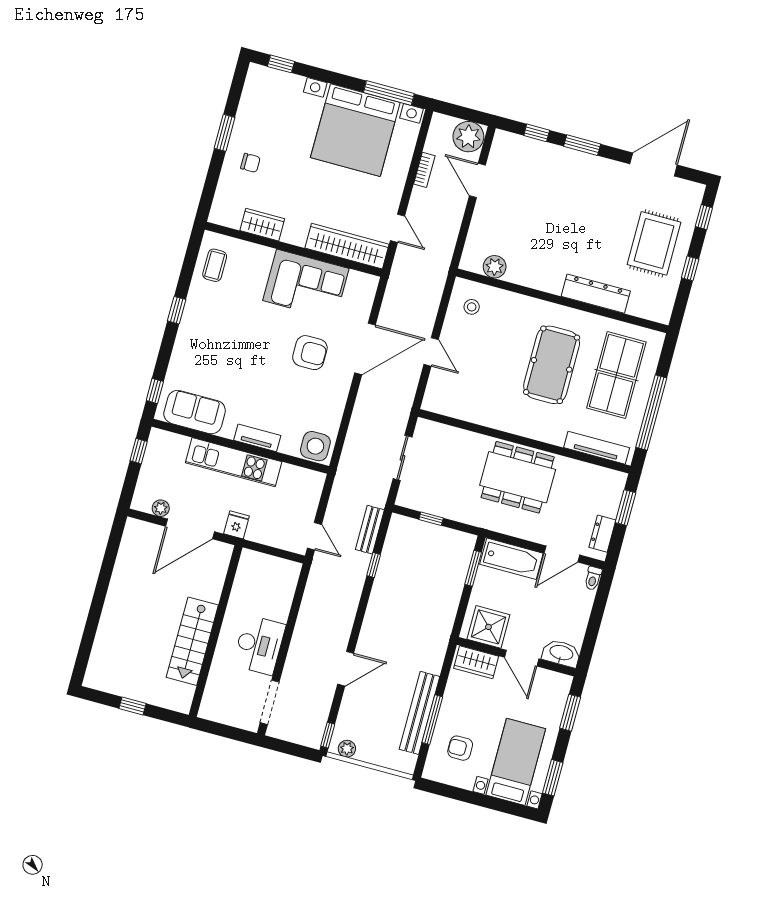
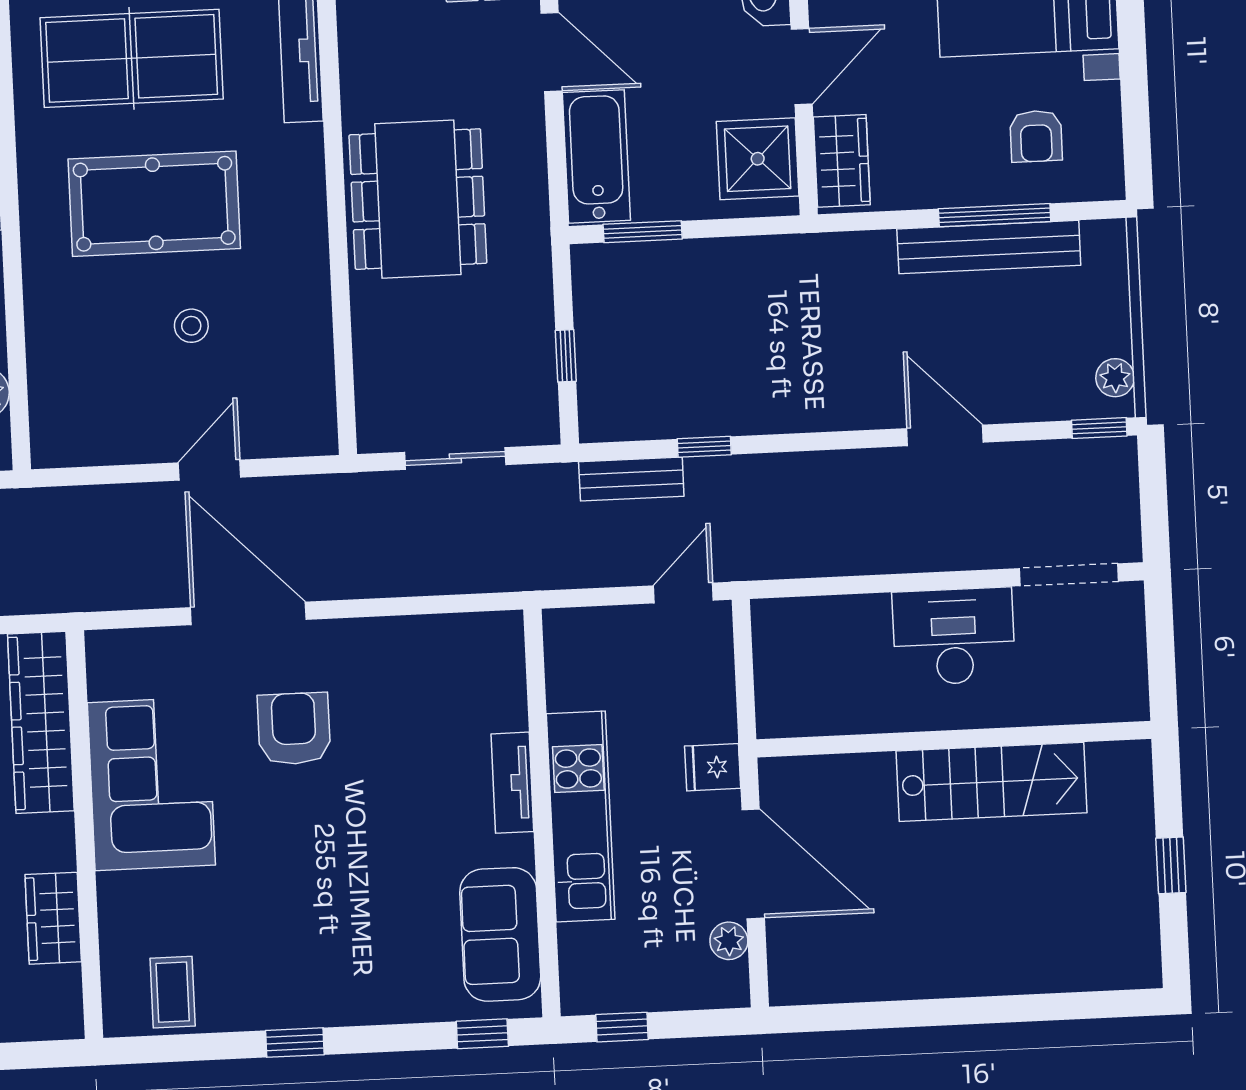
coffee table: (215, 265) -> (173, 992), turned 90
stool: (472, 307) -> (191, 326), moved
side table: (315, 446) -> (490, 653), removed

